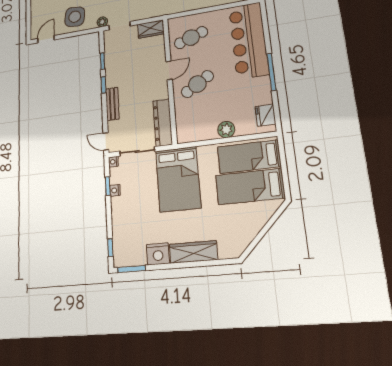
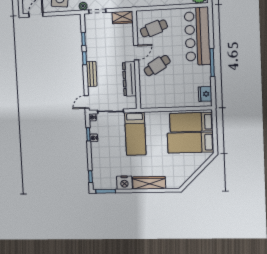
dresser: (163, 123) -> (129, 79), moved
plant: (226, 129) -> (177, 102), removed
door: (106, 141) -> (87, 102), hinge flipped
bed: (178, 179) -> (135, 134), width x0.67

